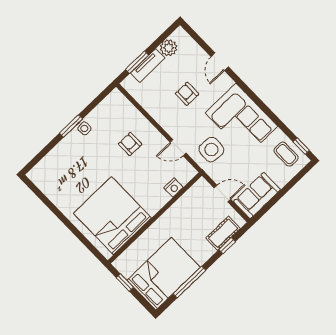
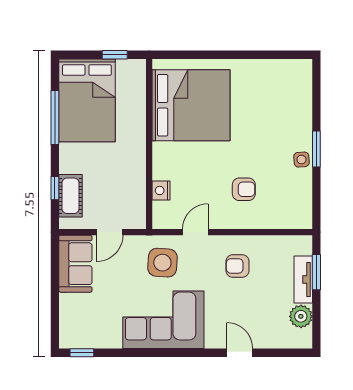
armchair: (187, 94) -> (237, 266), moved, turned 180
coffee table: (286, 154) -> (88, 331), removed

